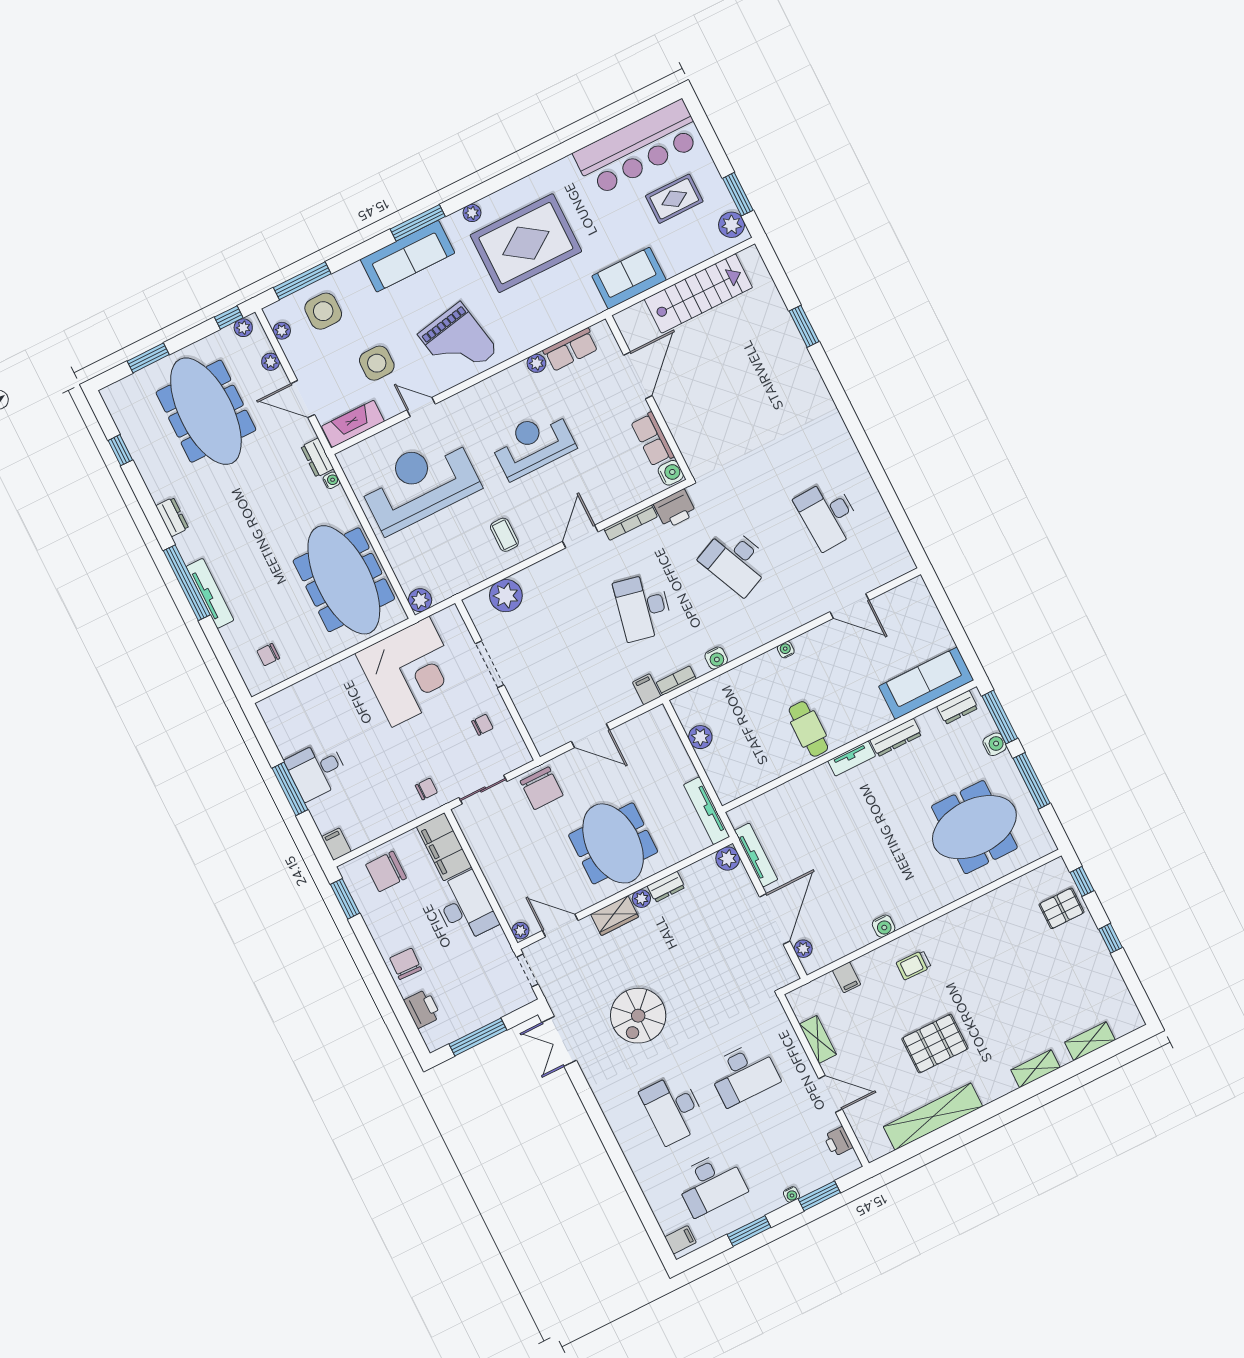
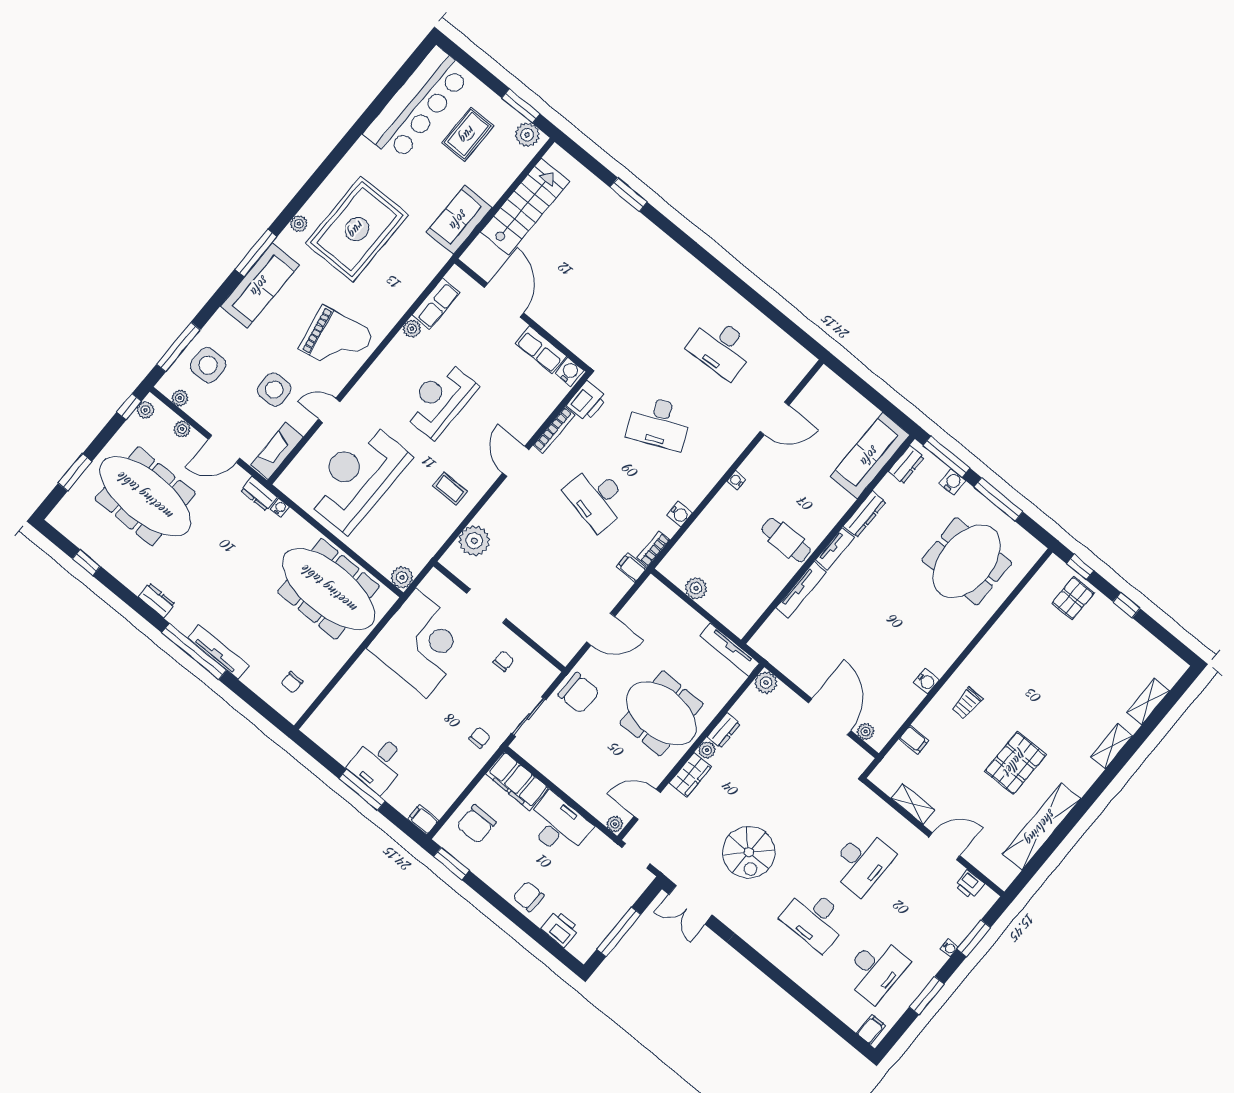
tv unit: (756, 855) -> (801, 590), moved, turned 90

